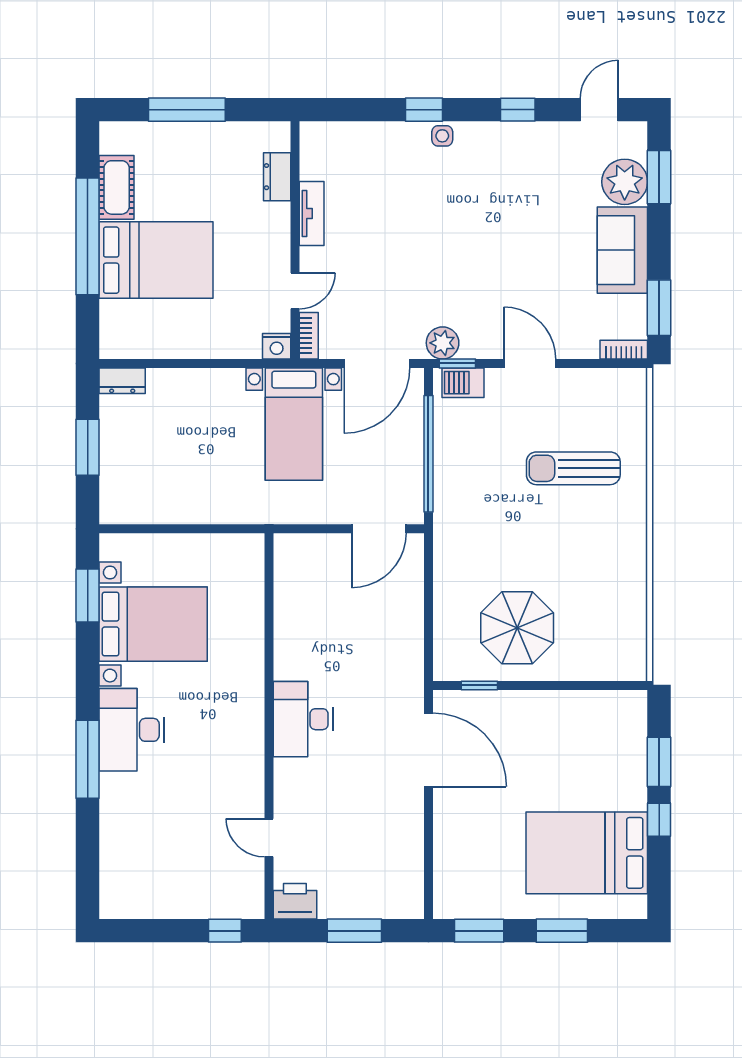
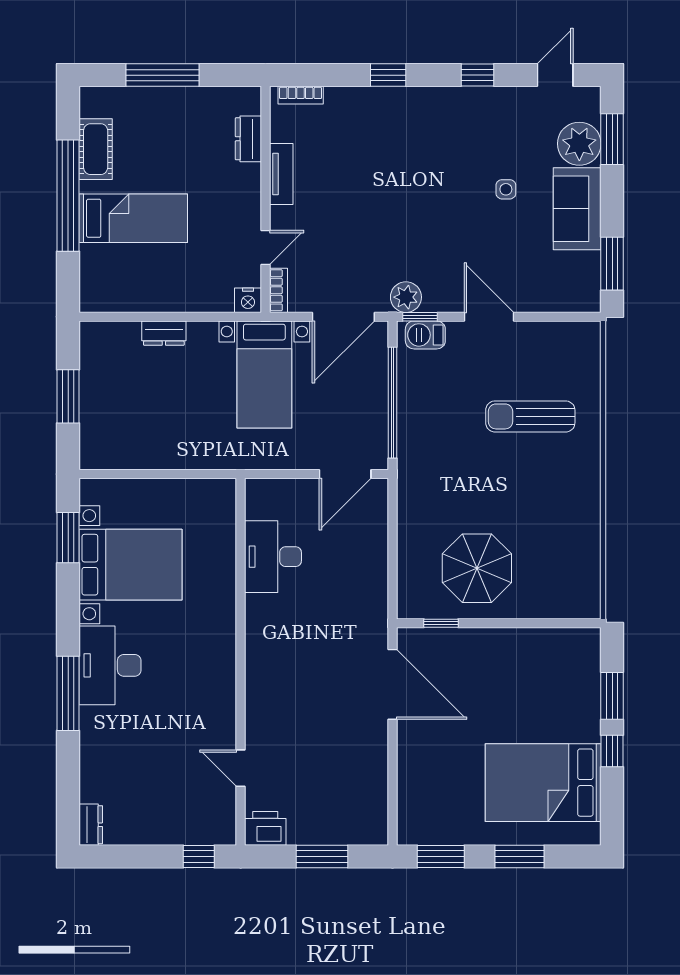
side table: (442, 136) -> (506, 189), moved
bed: (156, 260) -> (133, 218), width x0.67
bookcase: (624, 350) -> (301, 95), moved, turned 180
dresser: (122, 381) -> (164, 333), moved
desk: (303, 719) -> (273, 557), moved
dresser: (111, 897) -> (91, 825), added

